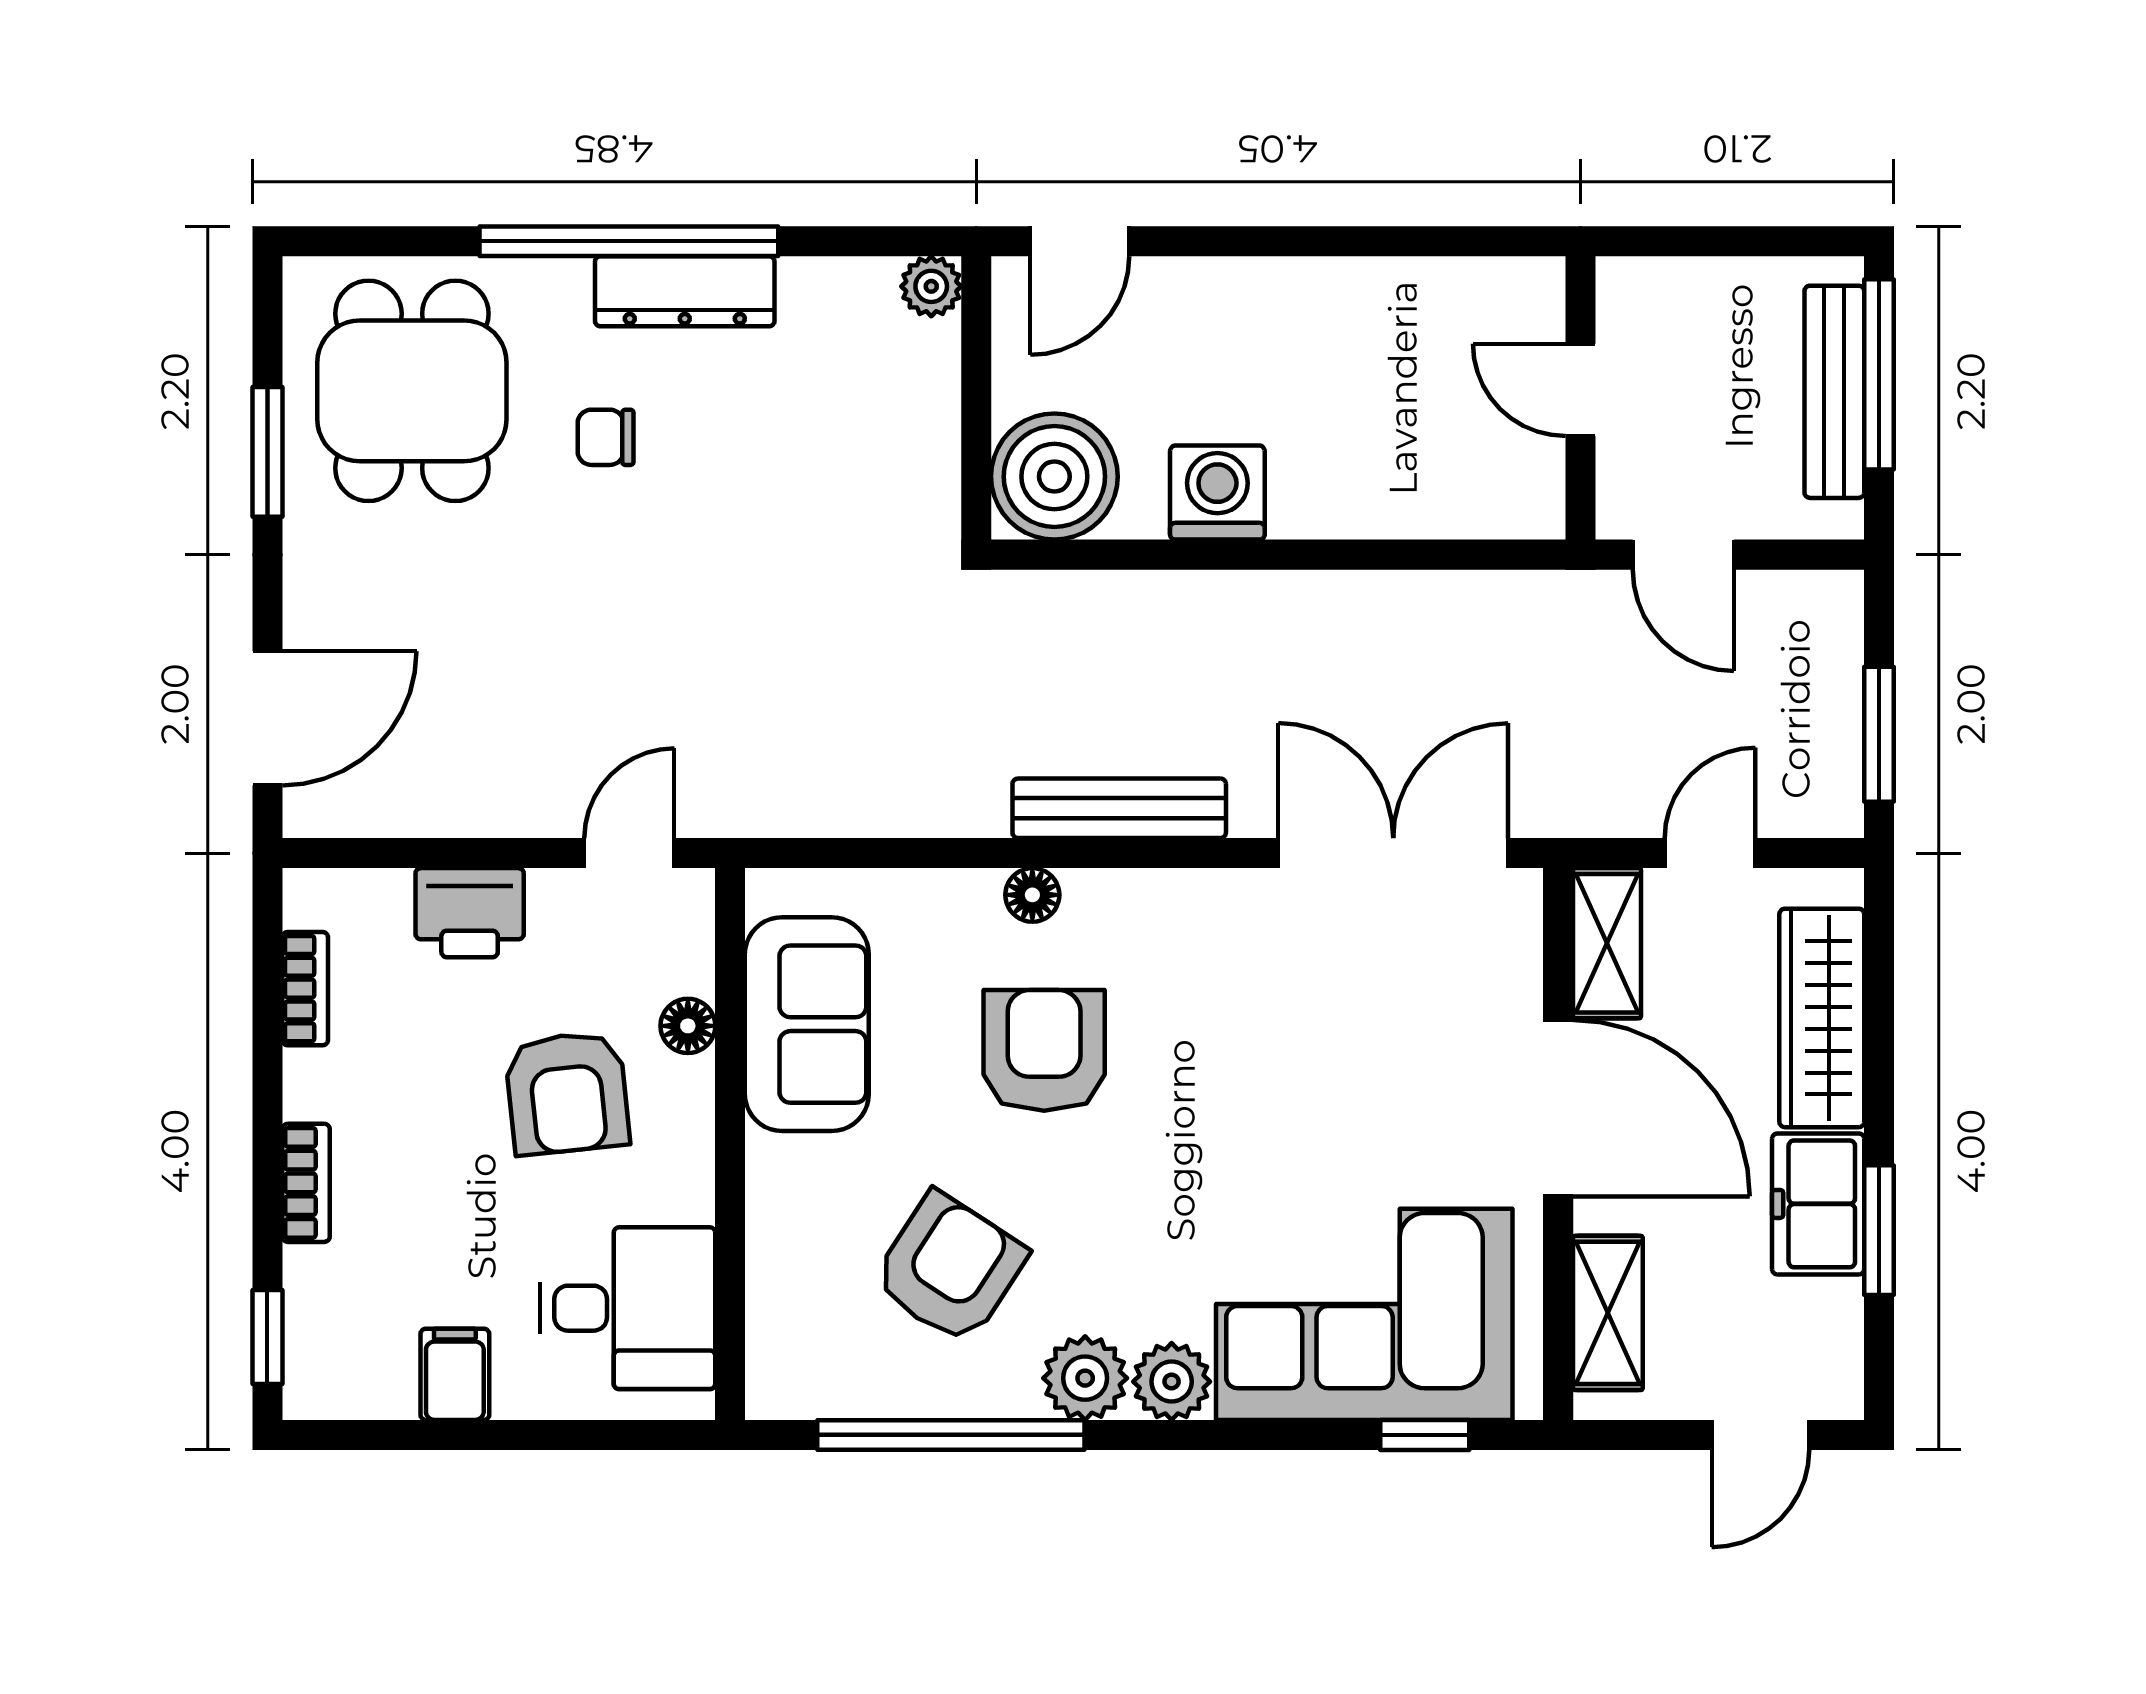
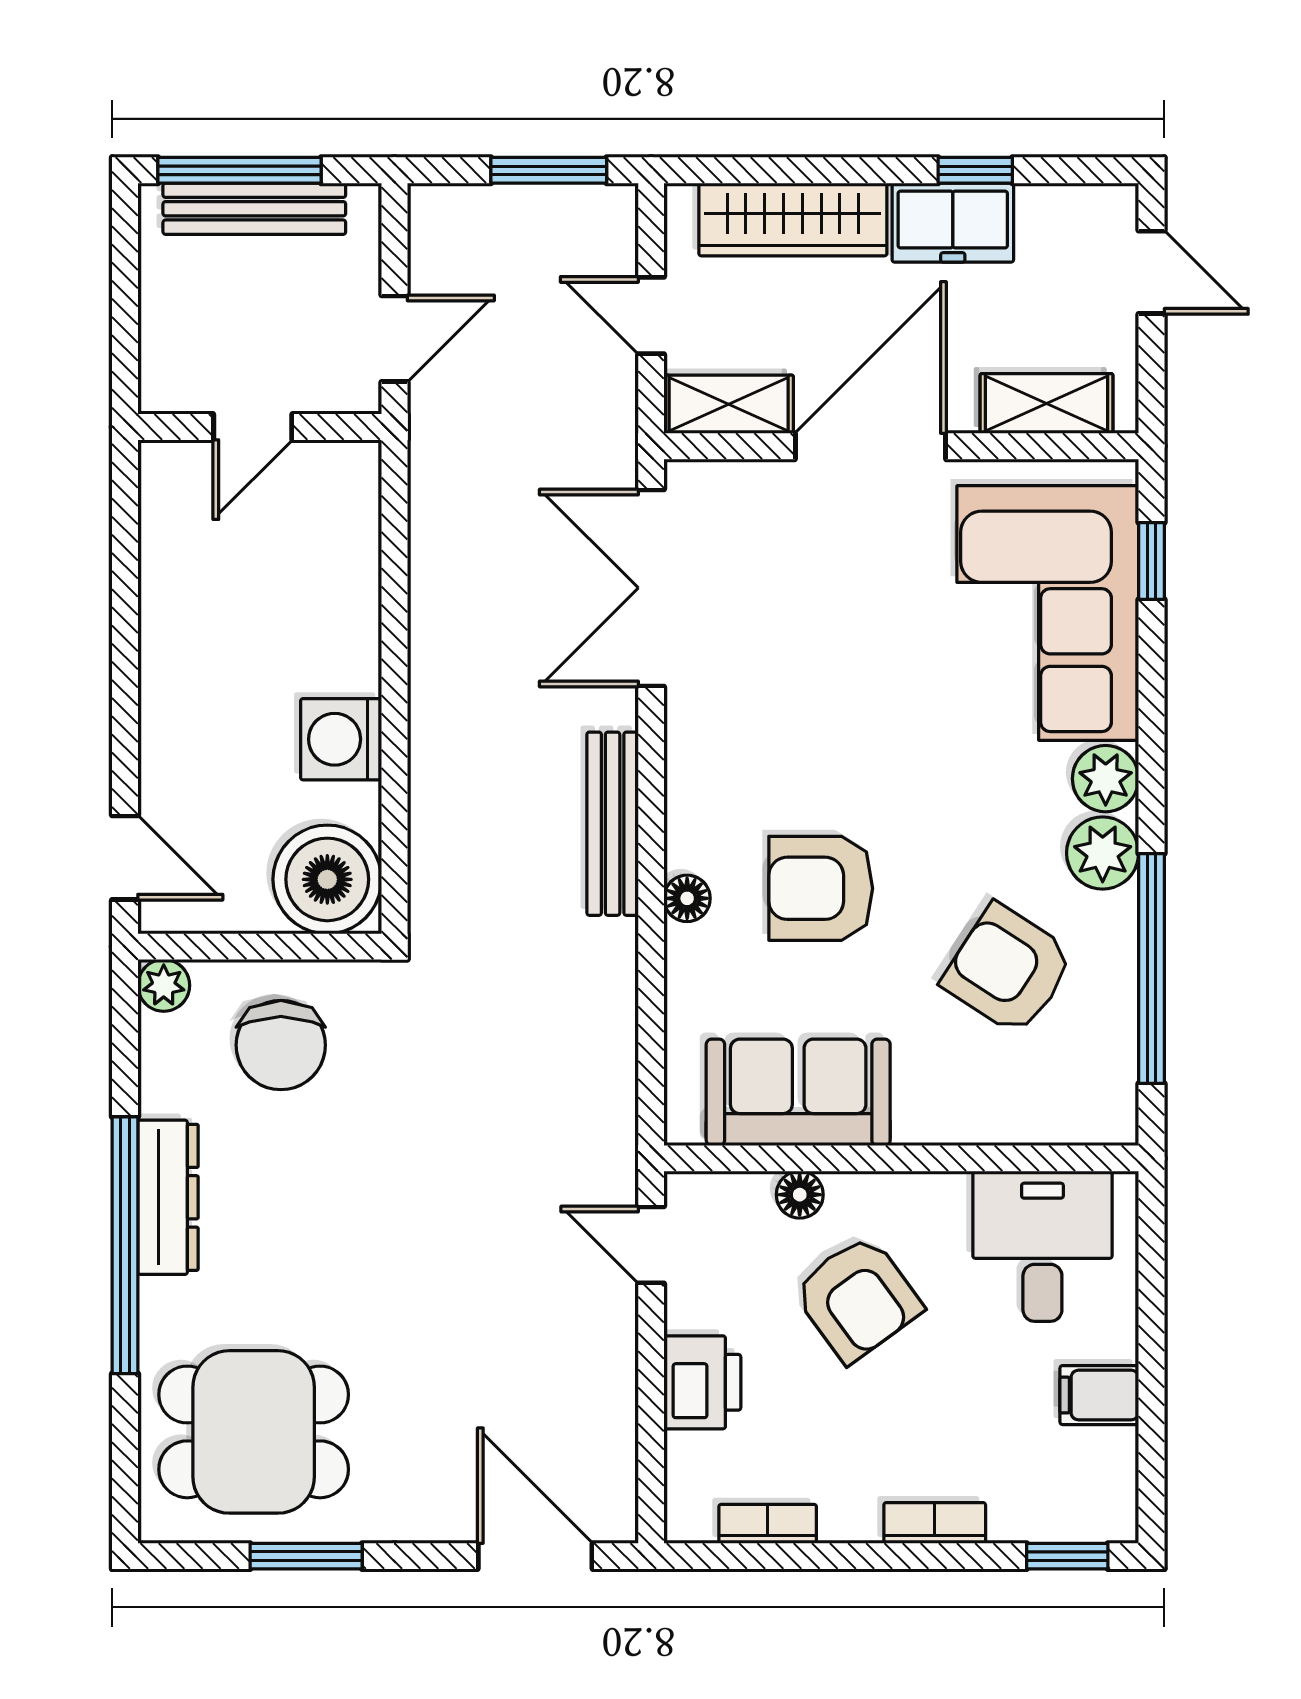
chair: (606, 437) -> (281, 1045), moved, width x1.87, depth x1.87
armchair: (567, 1093) -> (857, 1298), turned 60
window: (1879, 1230) -> (975, 170), width x0.67

